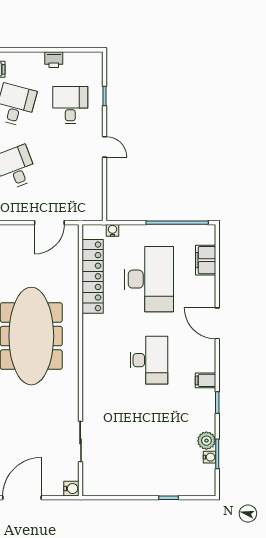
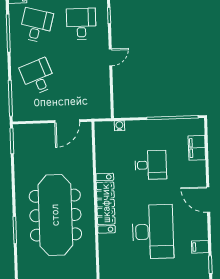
door: (104, 147) -> (110, 57), hinge flipped
locker: (93, 276) -> (106, 203), moved
desk: (149, 279) -> (151, 165), width x0.53, depth x0.77
desk: (149, 360) -> (153, 232), width x1.36, depth x1.30

